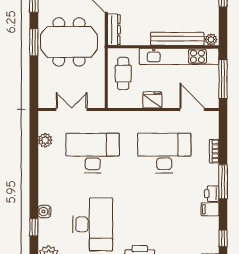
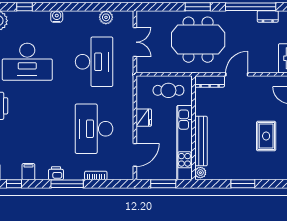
meeting table: (69, 42) -> (198, 40), turned 90
window: (223, 79) -> (163, 184), width x0.69
desk: (164, 153) -> (94, 129), turned 180
filing cabinet: (210, 209) -> (28, 172), moved
water cooler: (44, 211) -> (57, 17), moved

